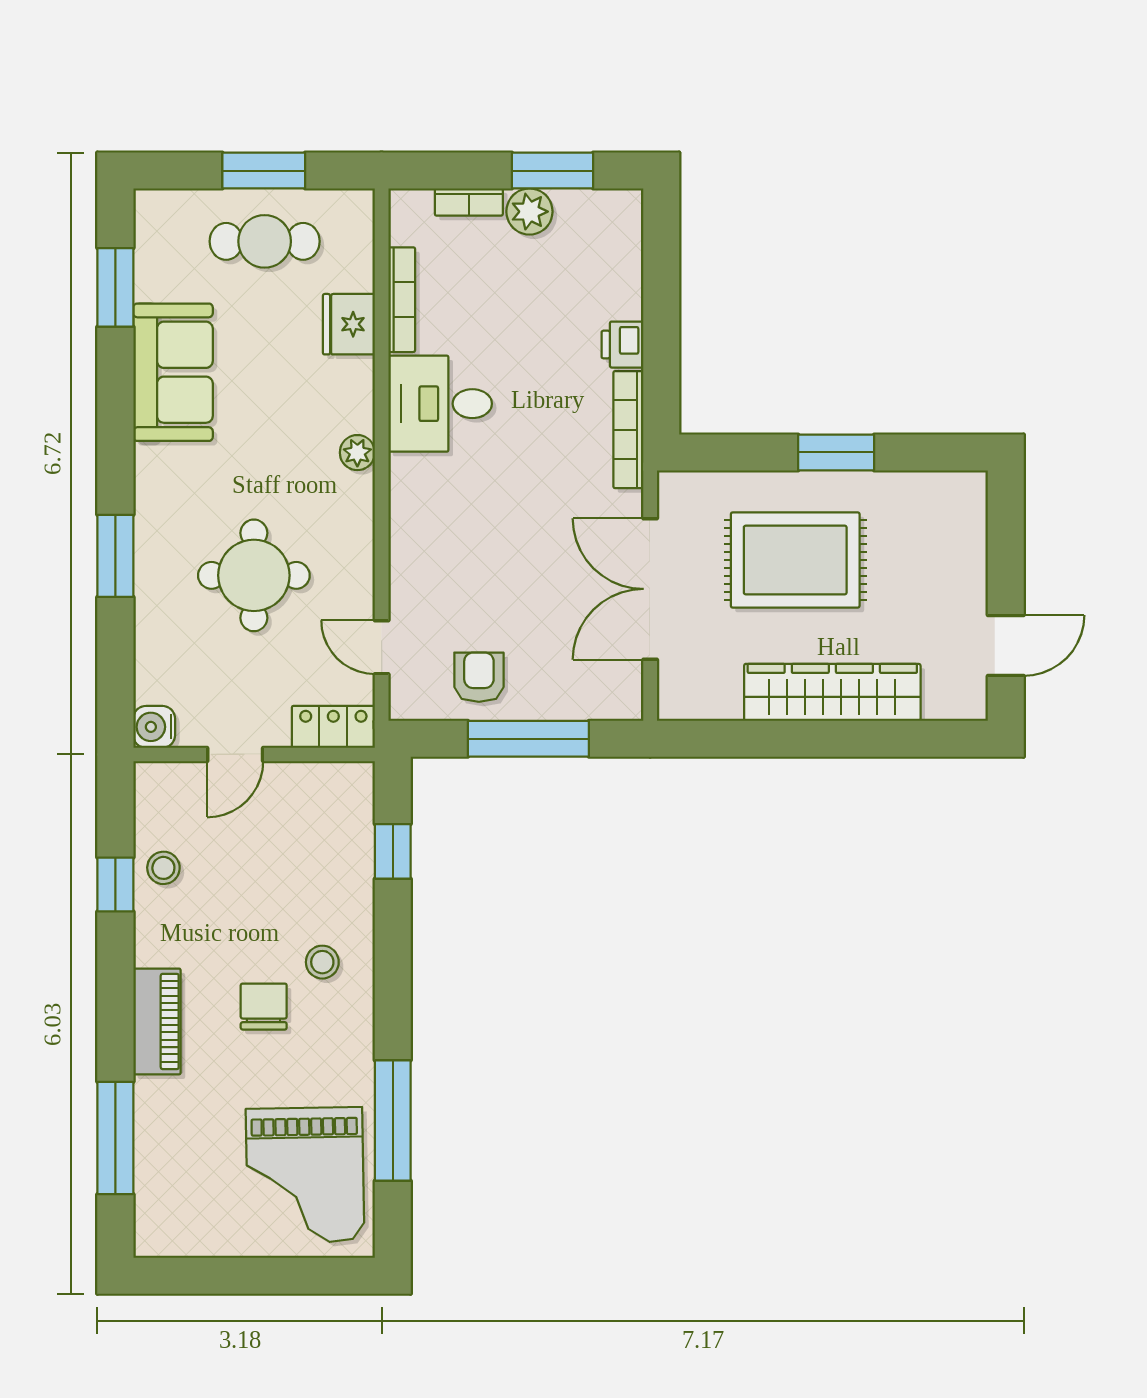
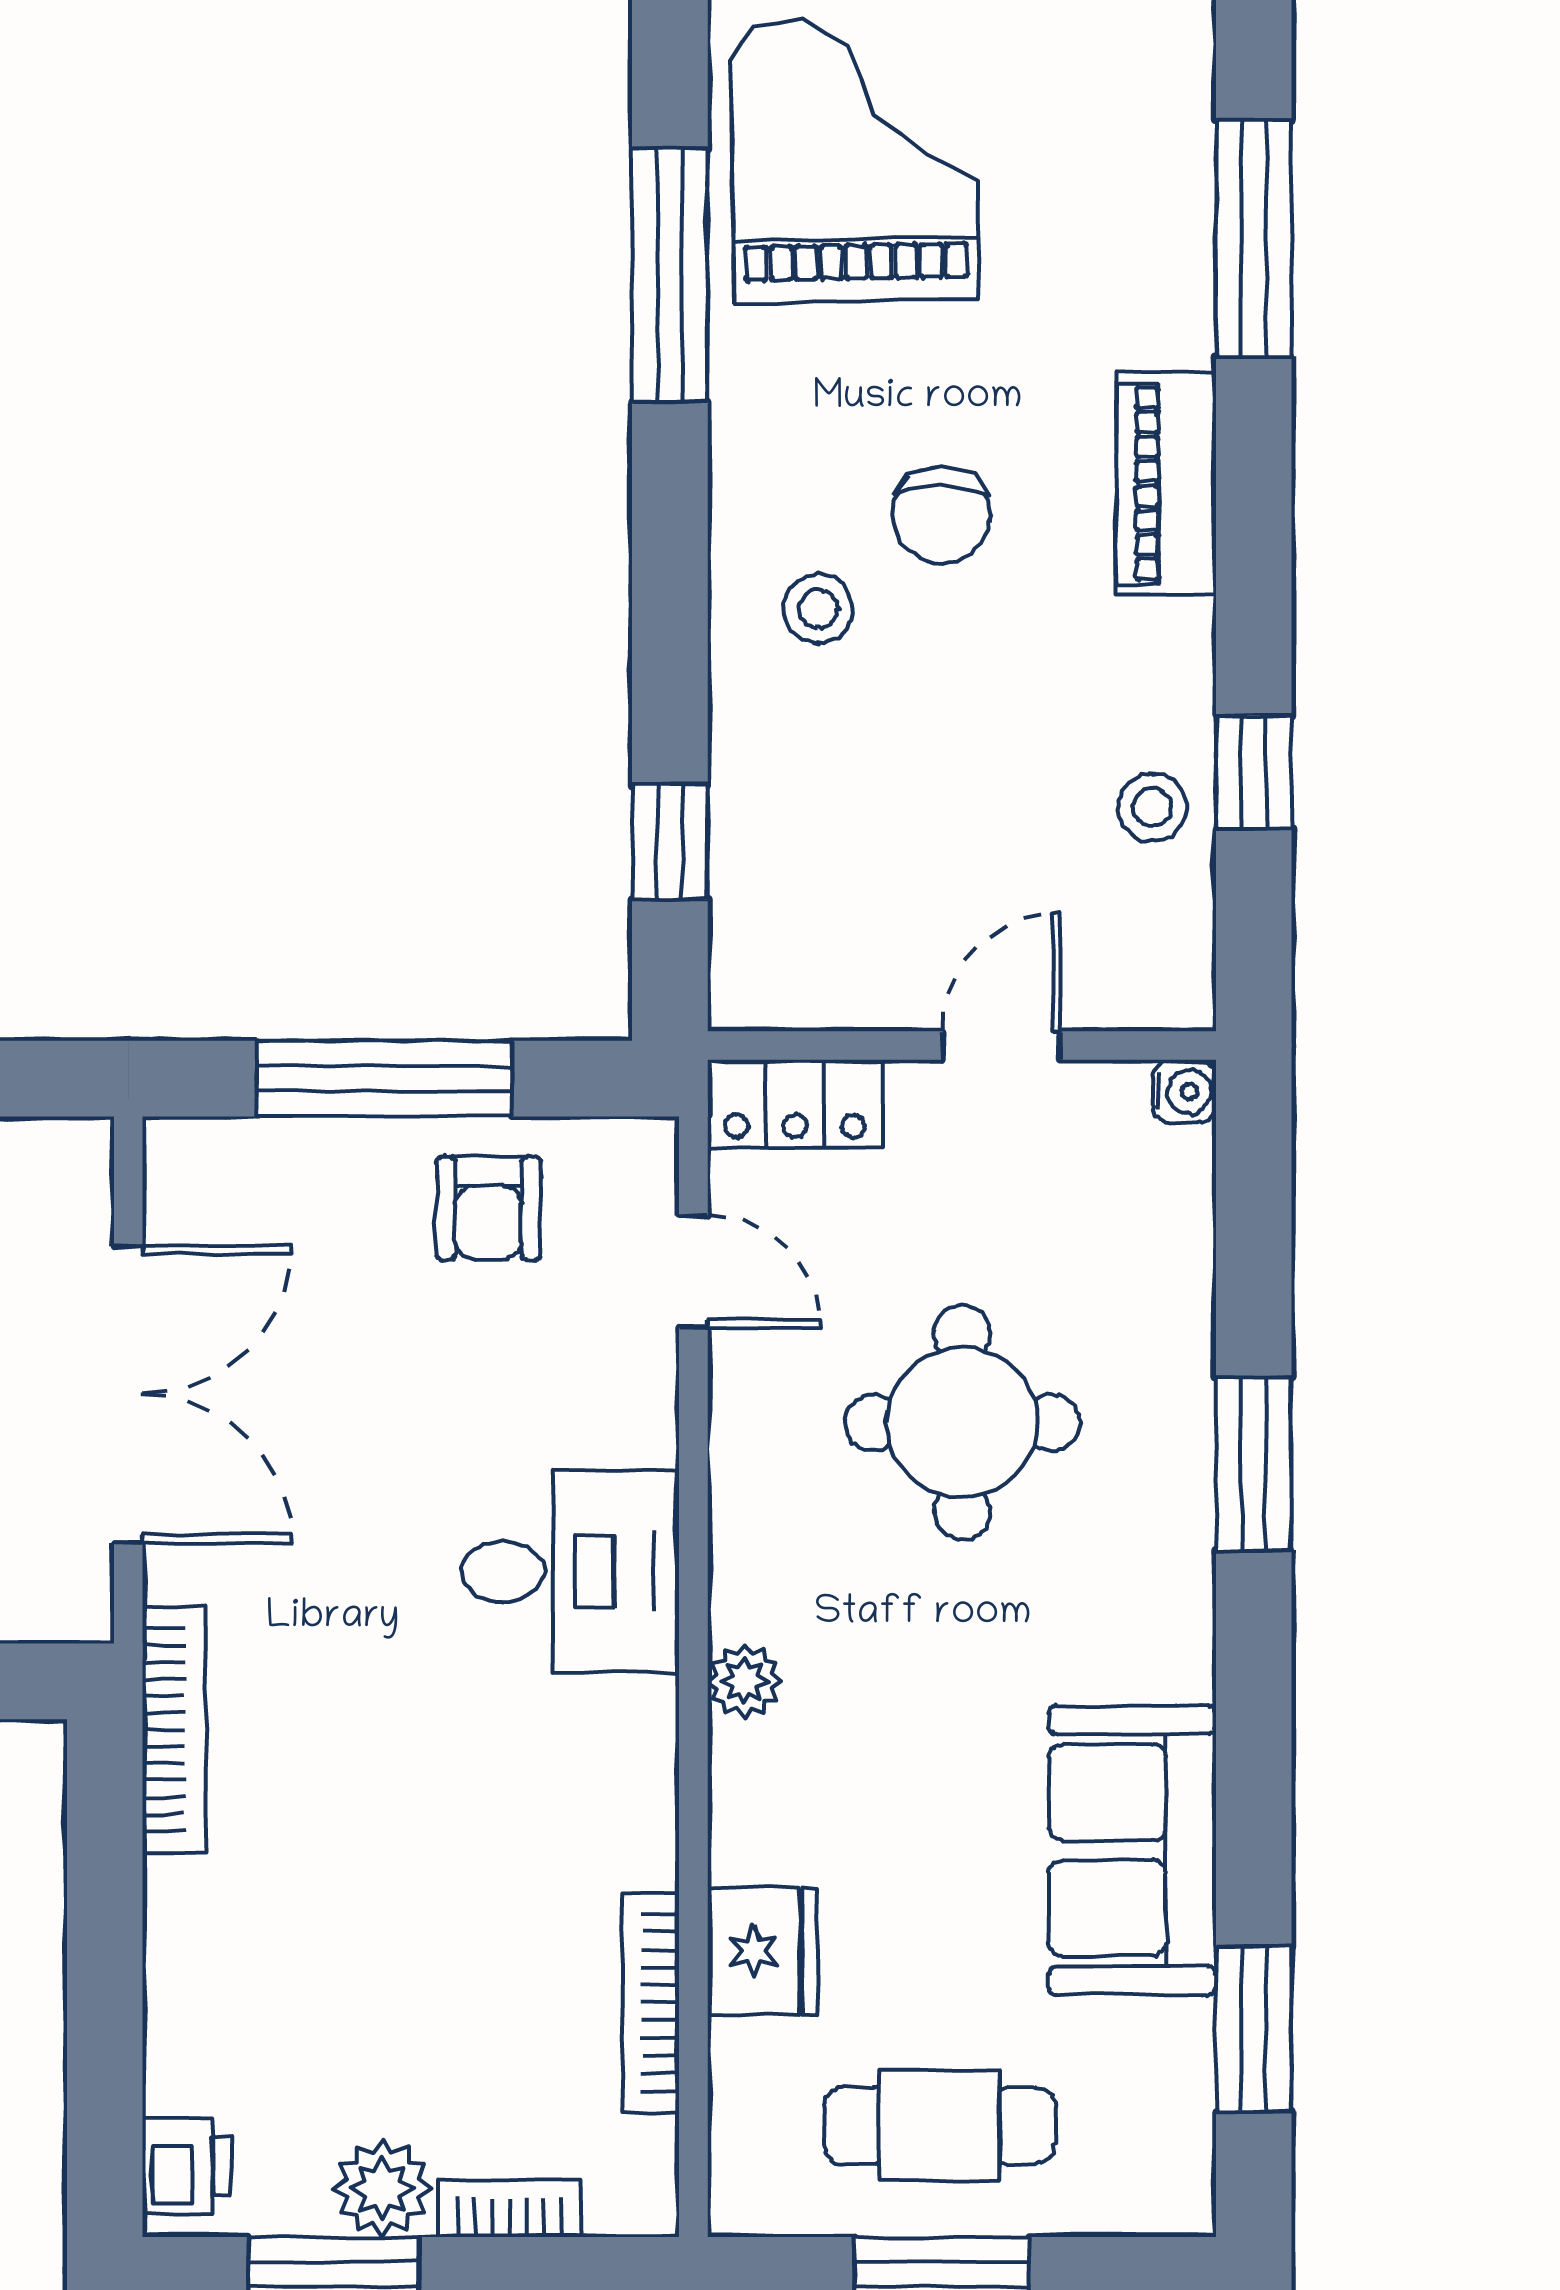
printer: (622, 345) -> (186, 2166), moved
desk: (440, 404) -> (570, 1572), moved
water cooler: (154, 727) -> (1184, 1092), width x0.72, depth x0.72

